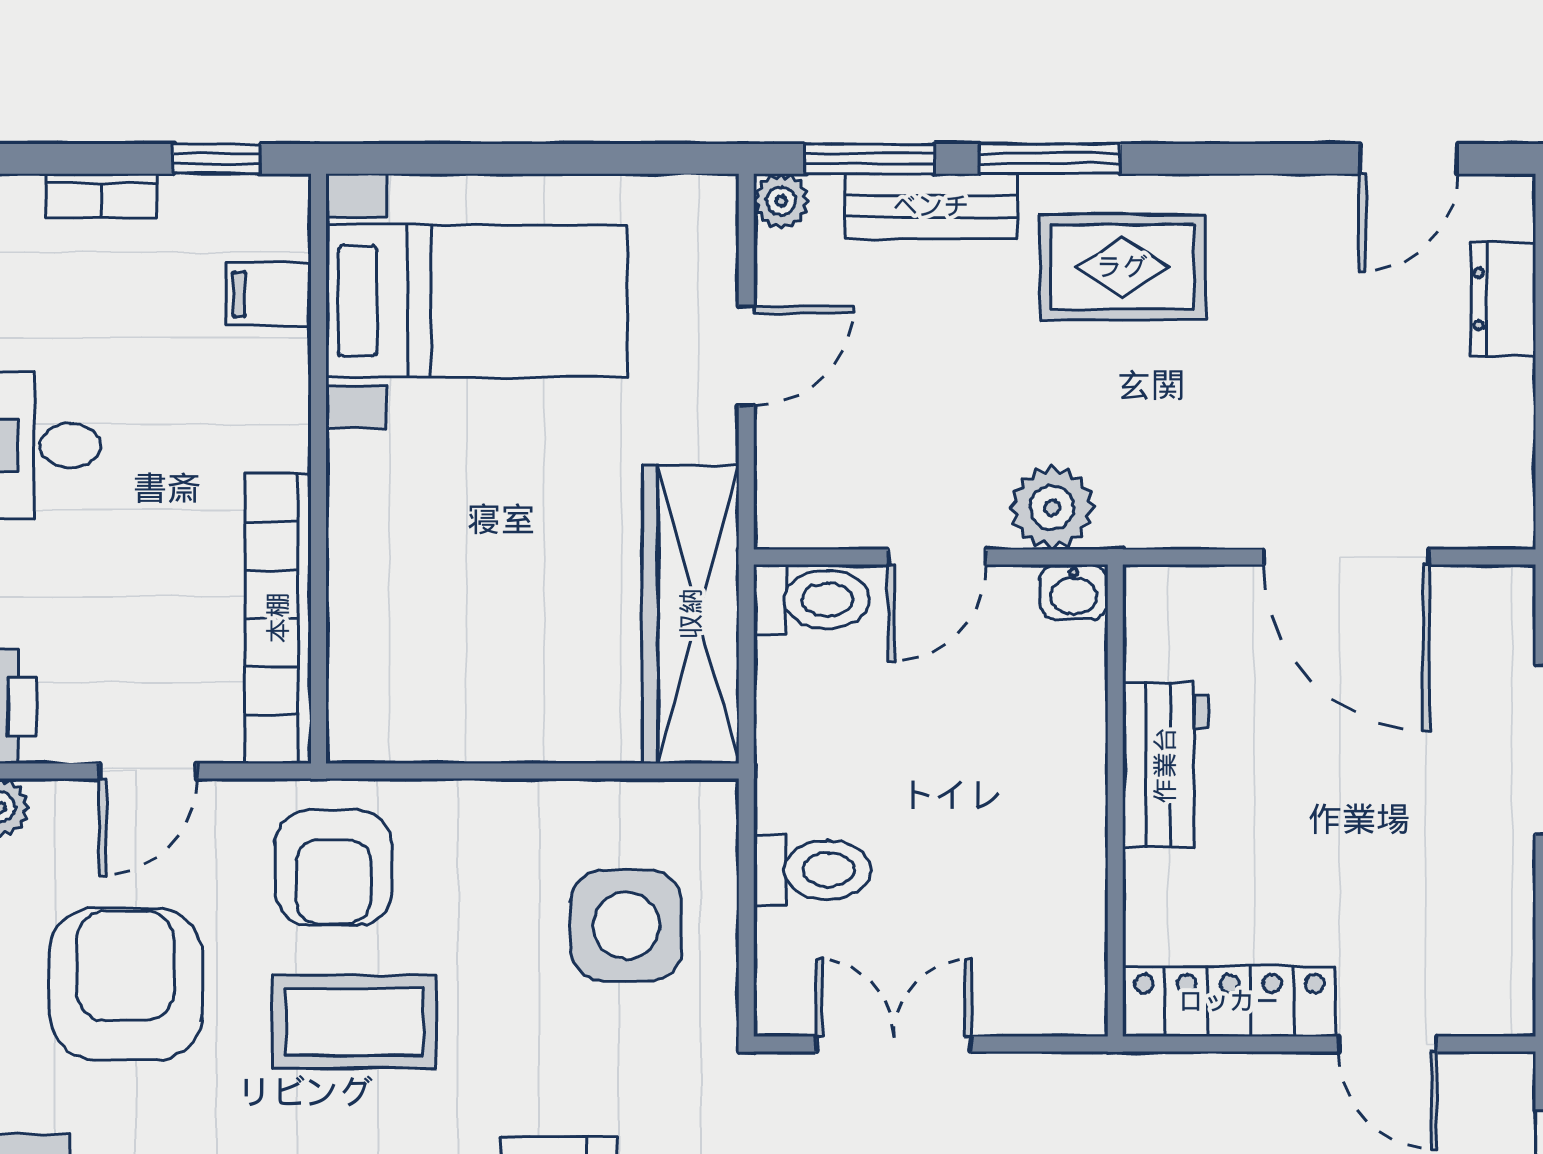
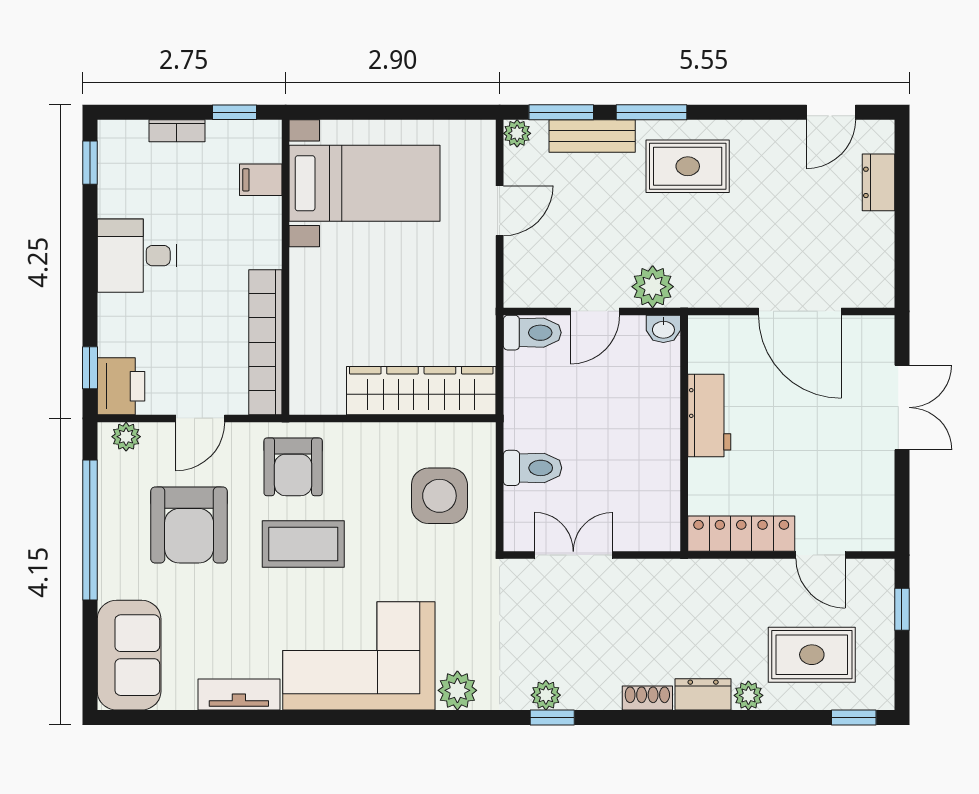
wardrobe: (691, 614) -> (421, 391), moved, turned 90
armchair: (126, 984) -> (189, 525), turned 180

